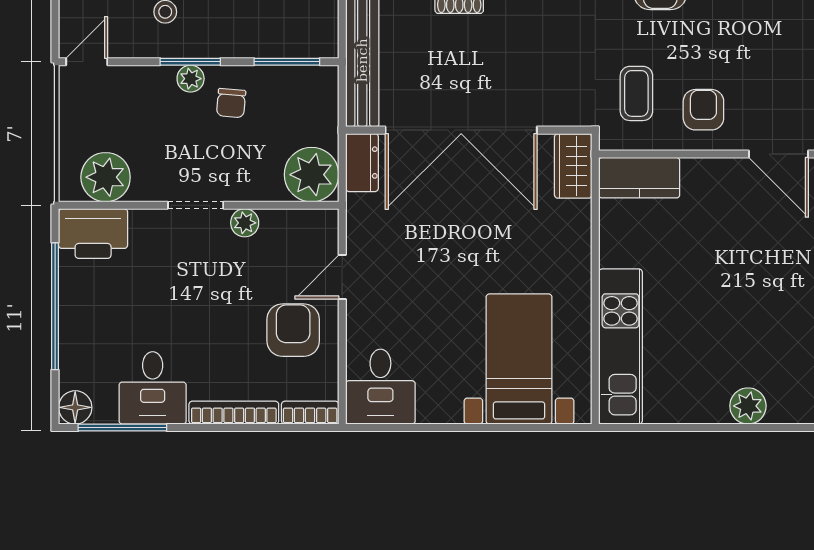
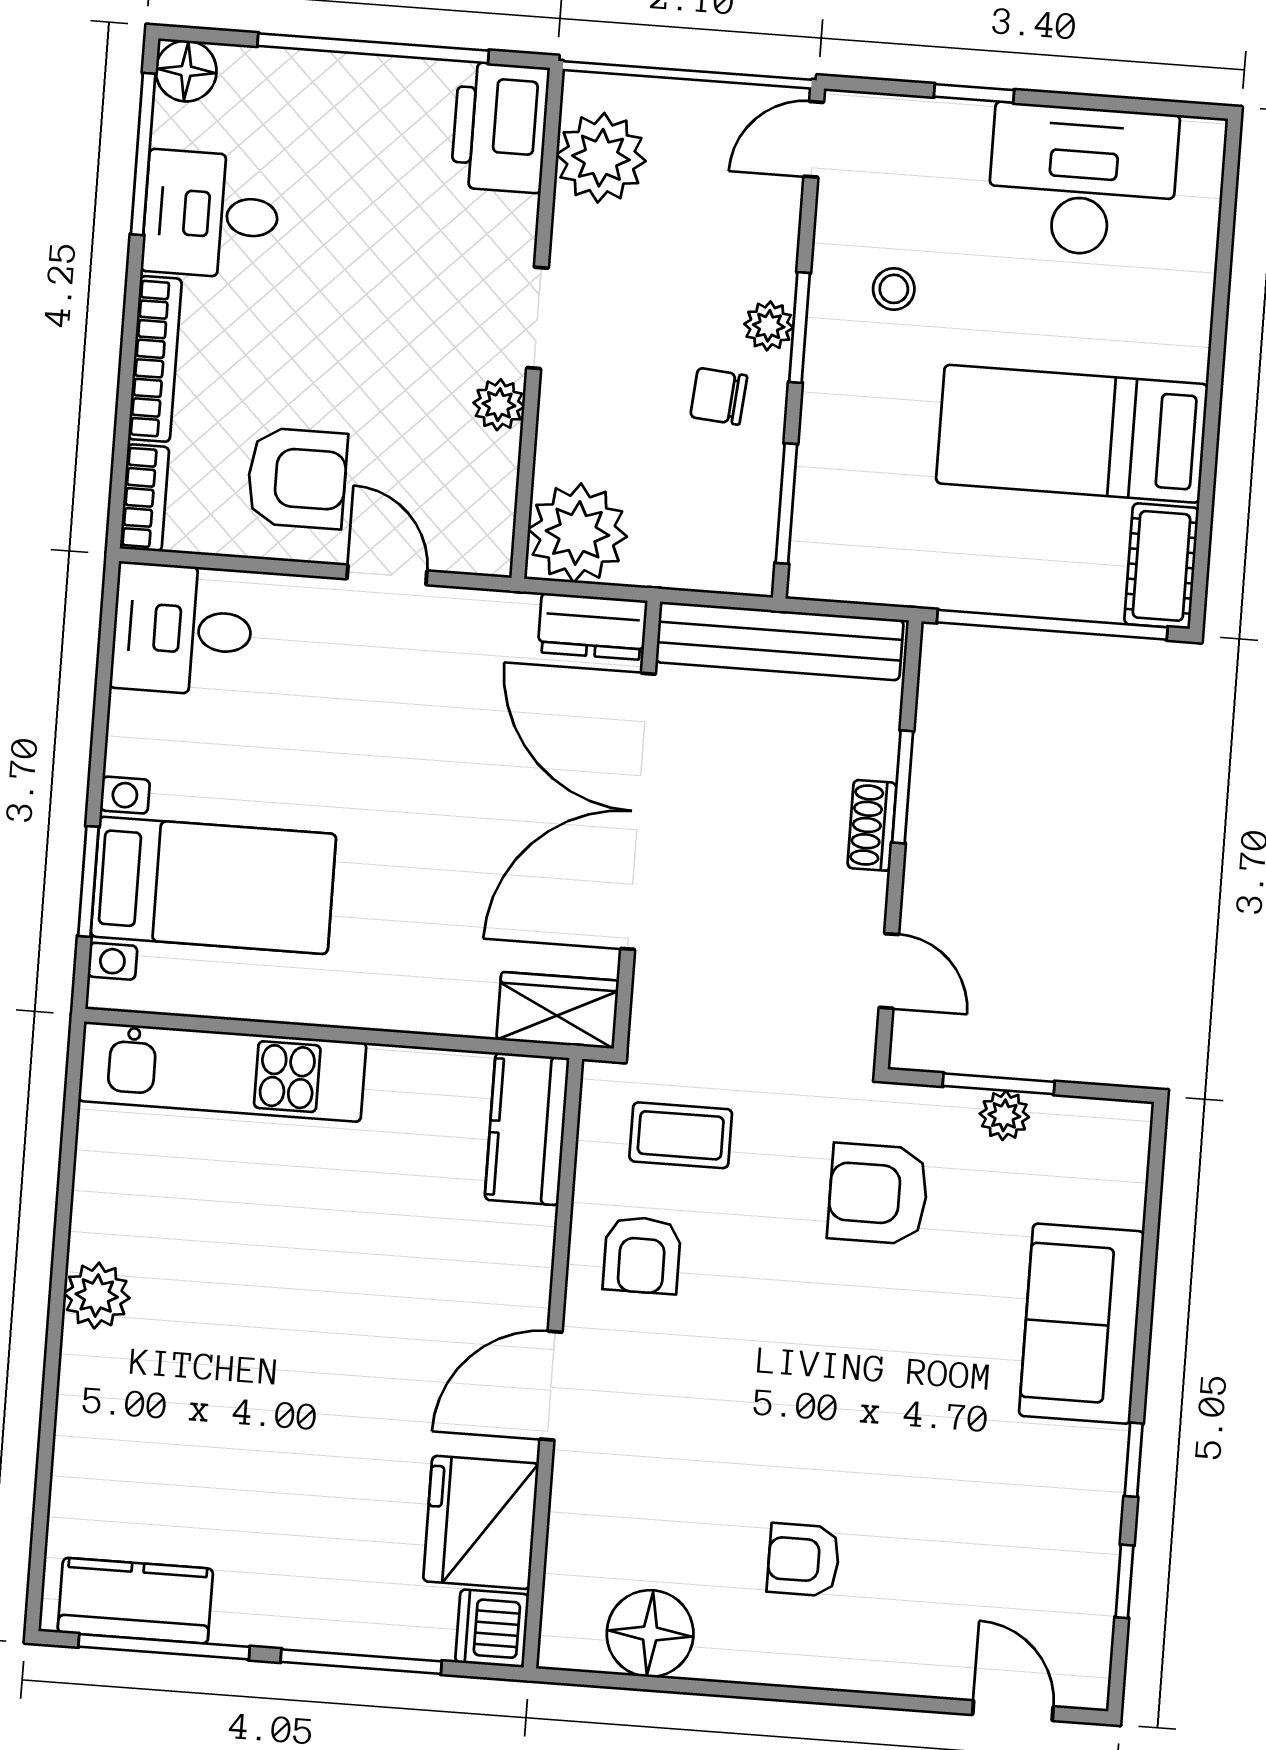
door: (87, 62) -> (814, 139), swing flipped
armchair: (703, 110) -> (642, 1255), turned 90
window: (522, 428) -> (88, 881), added

